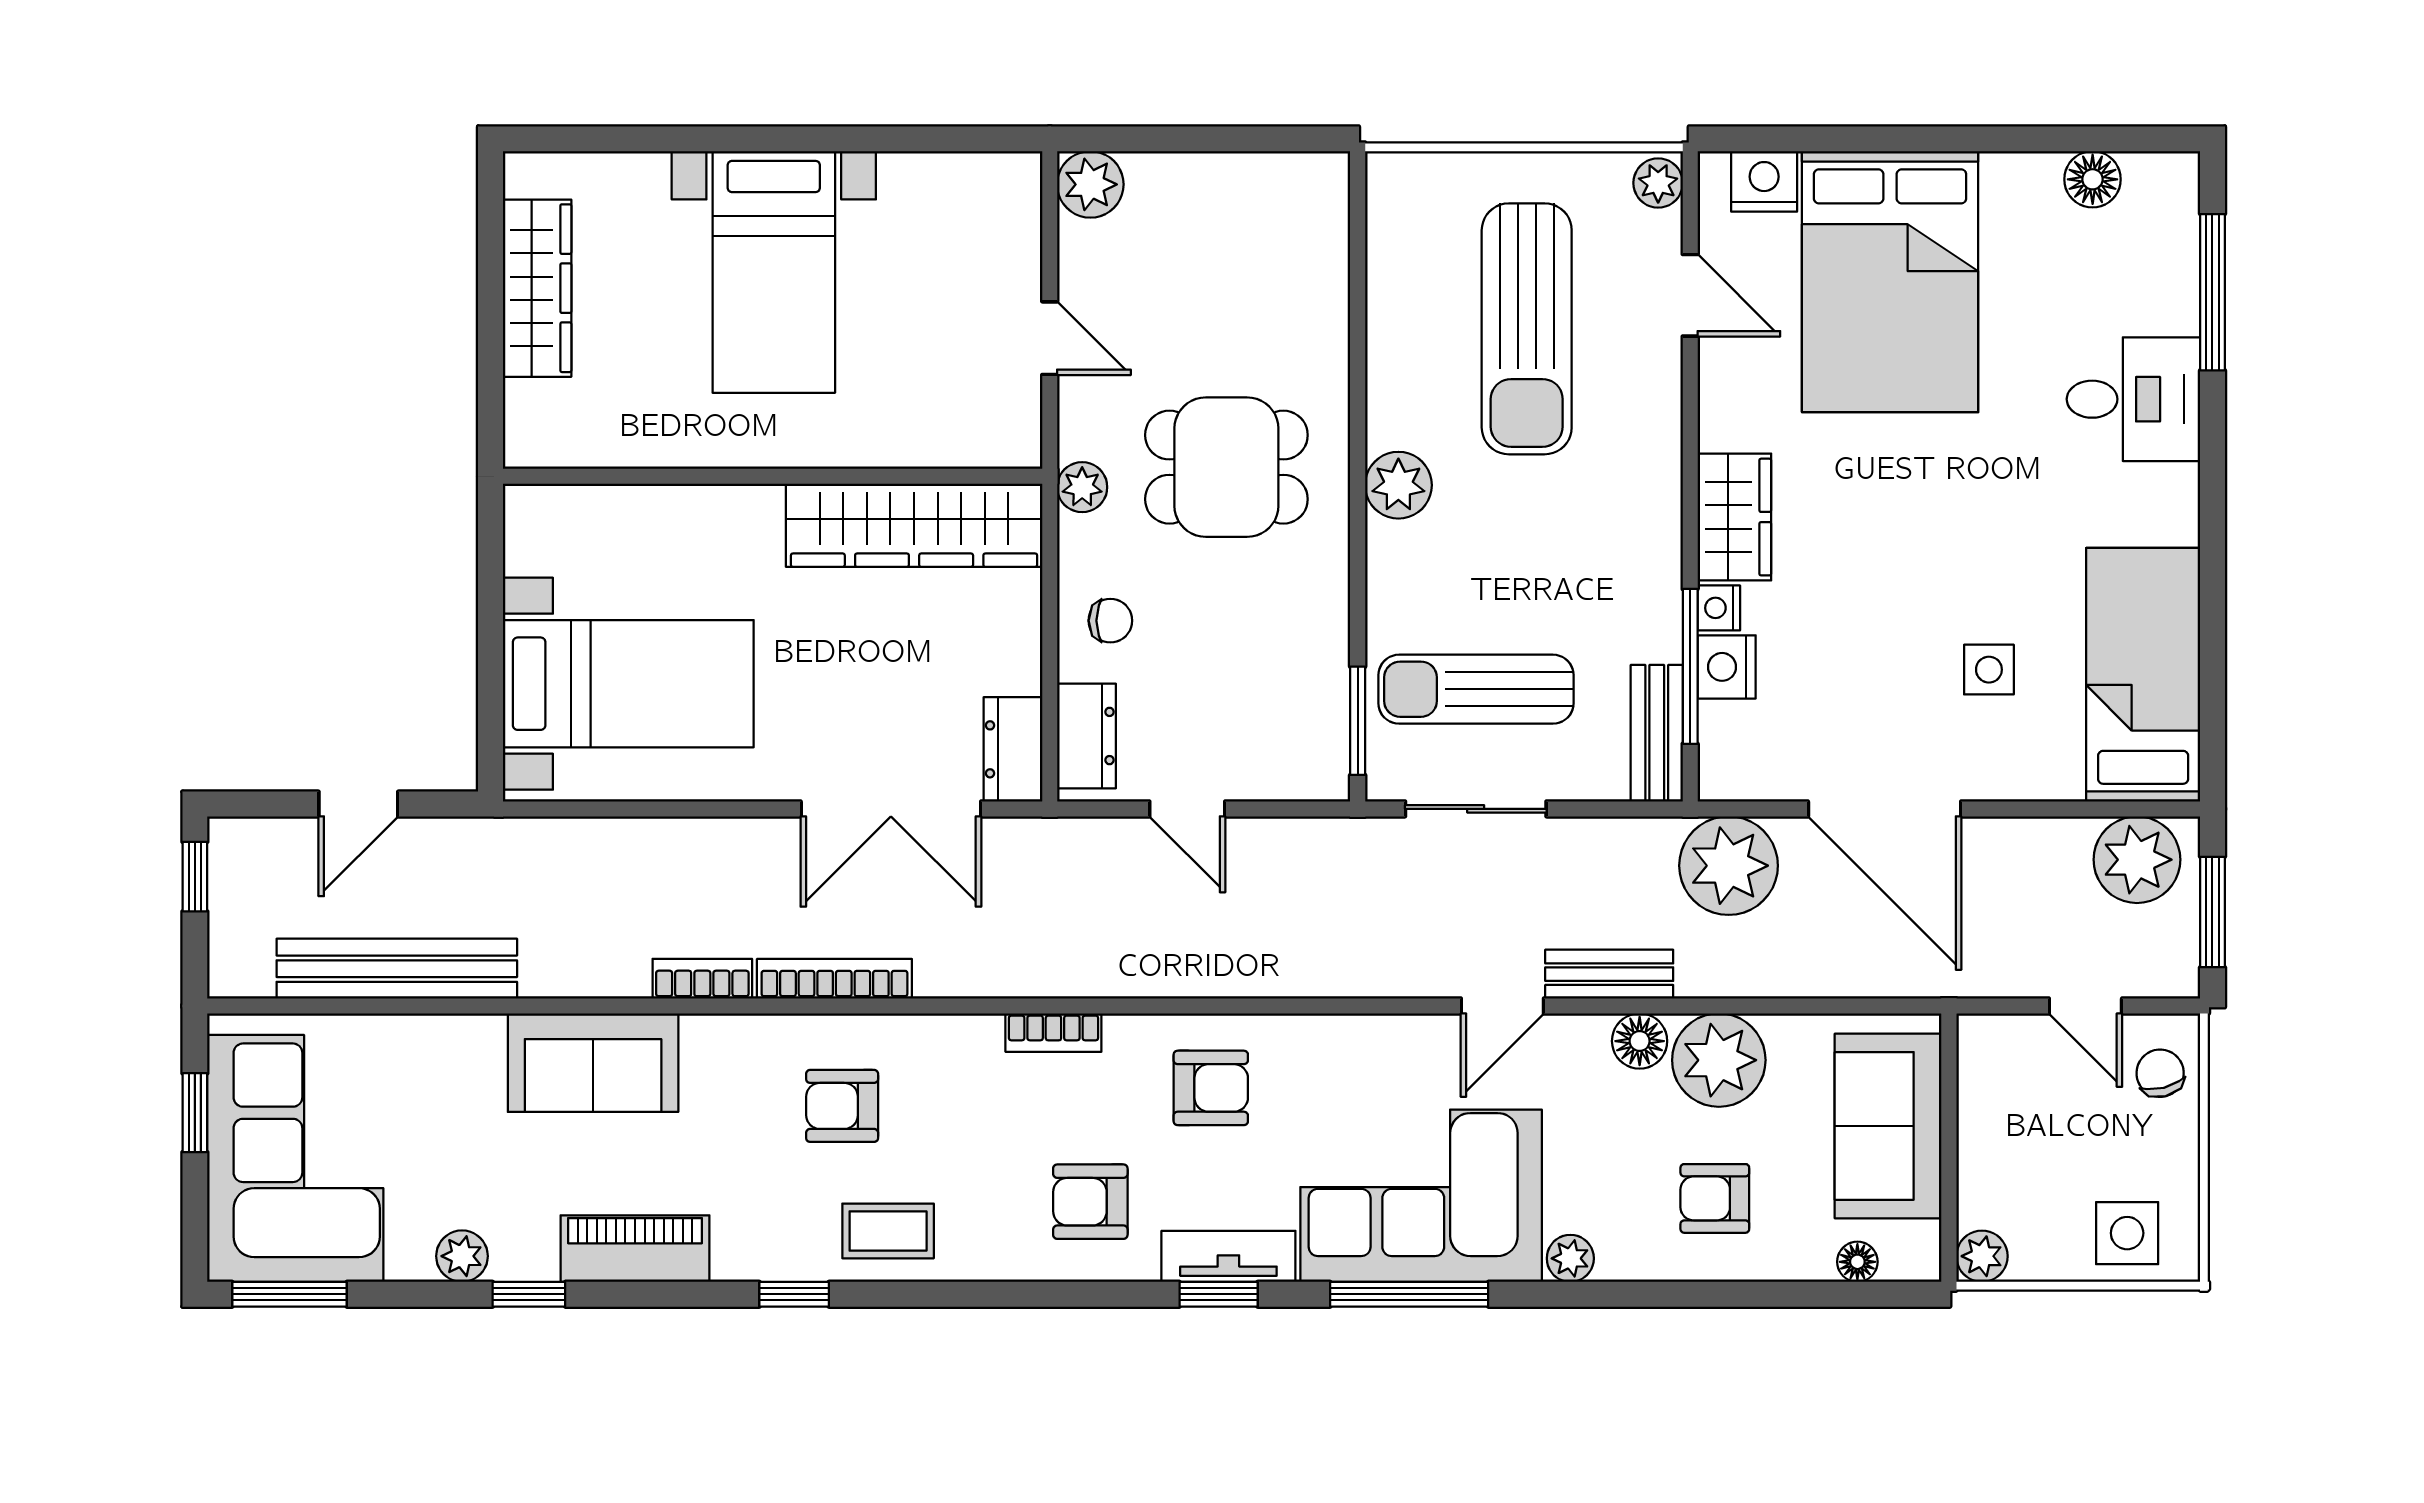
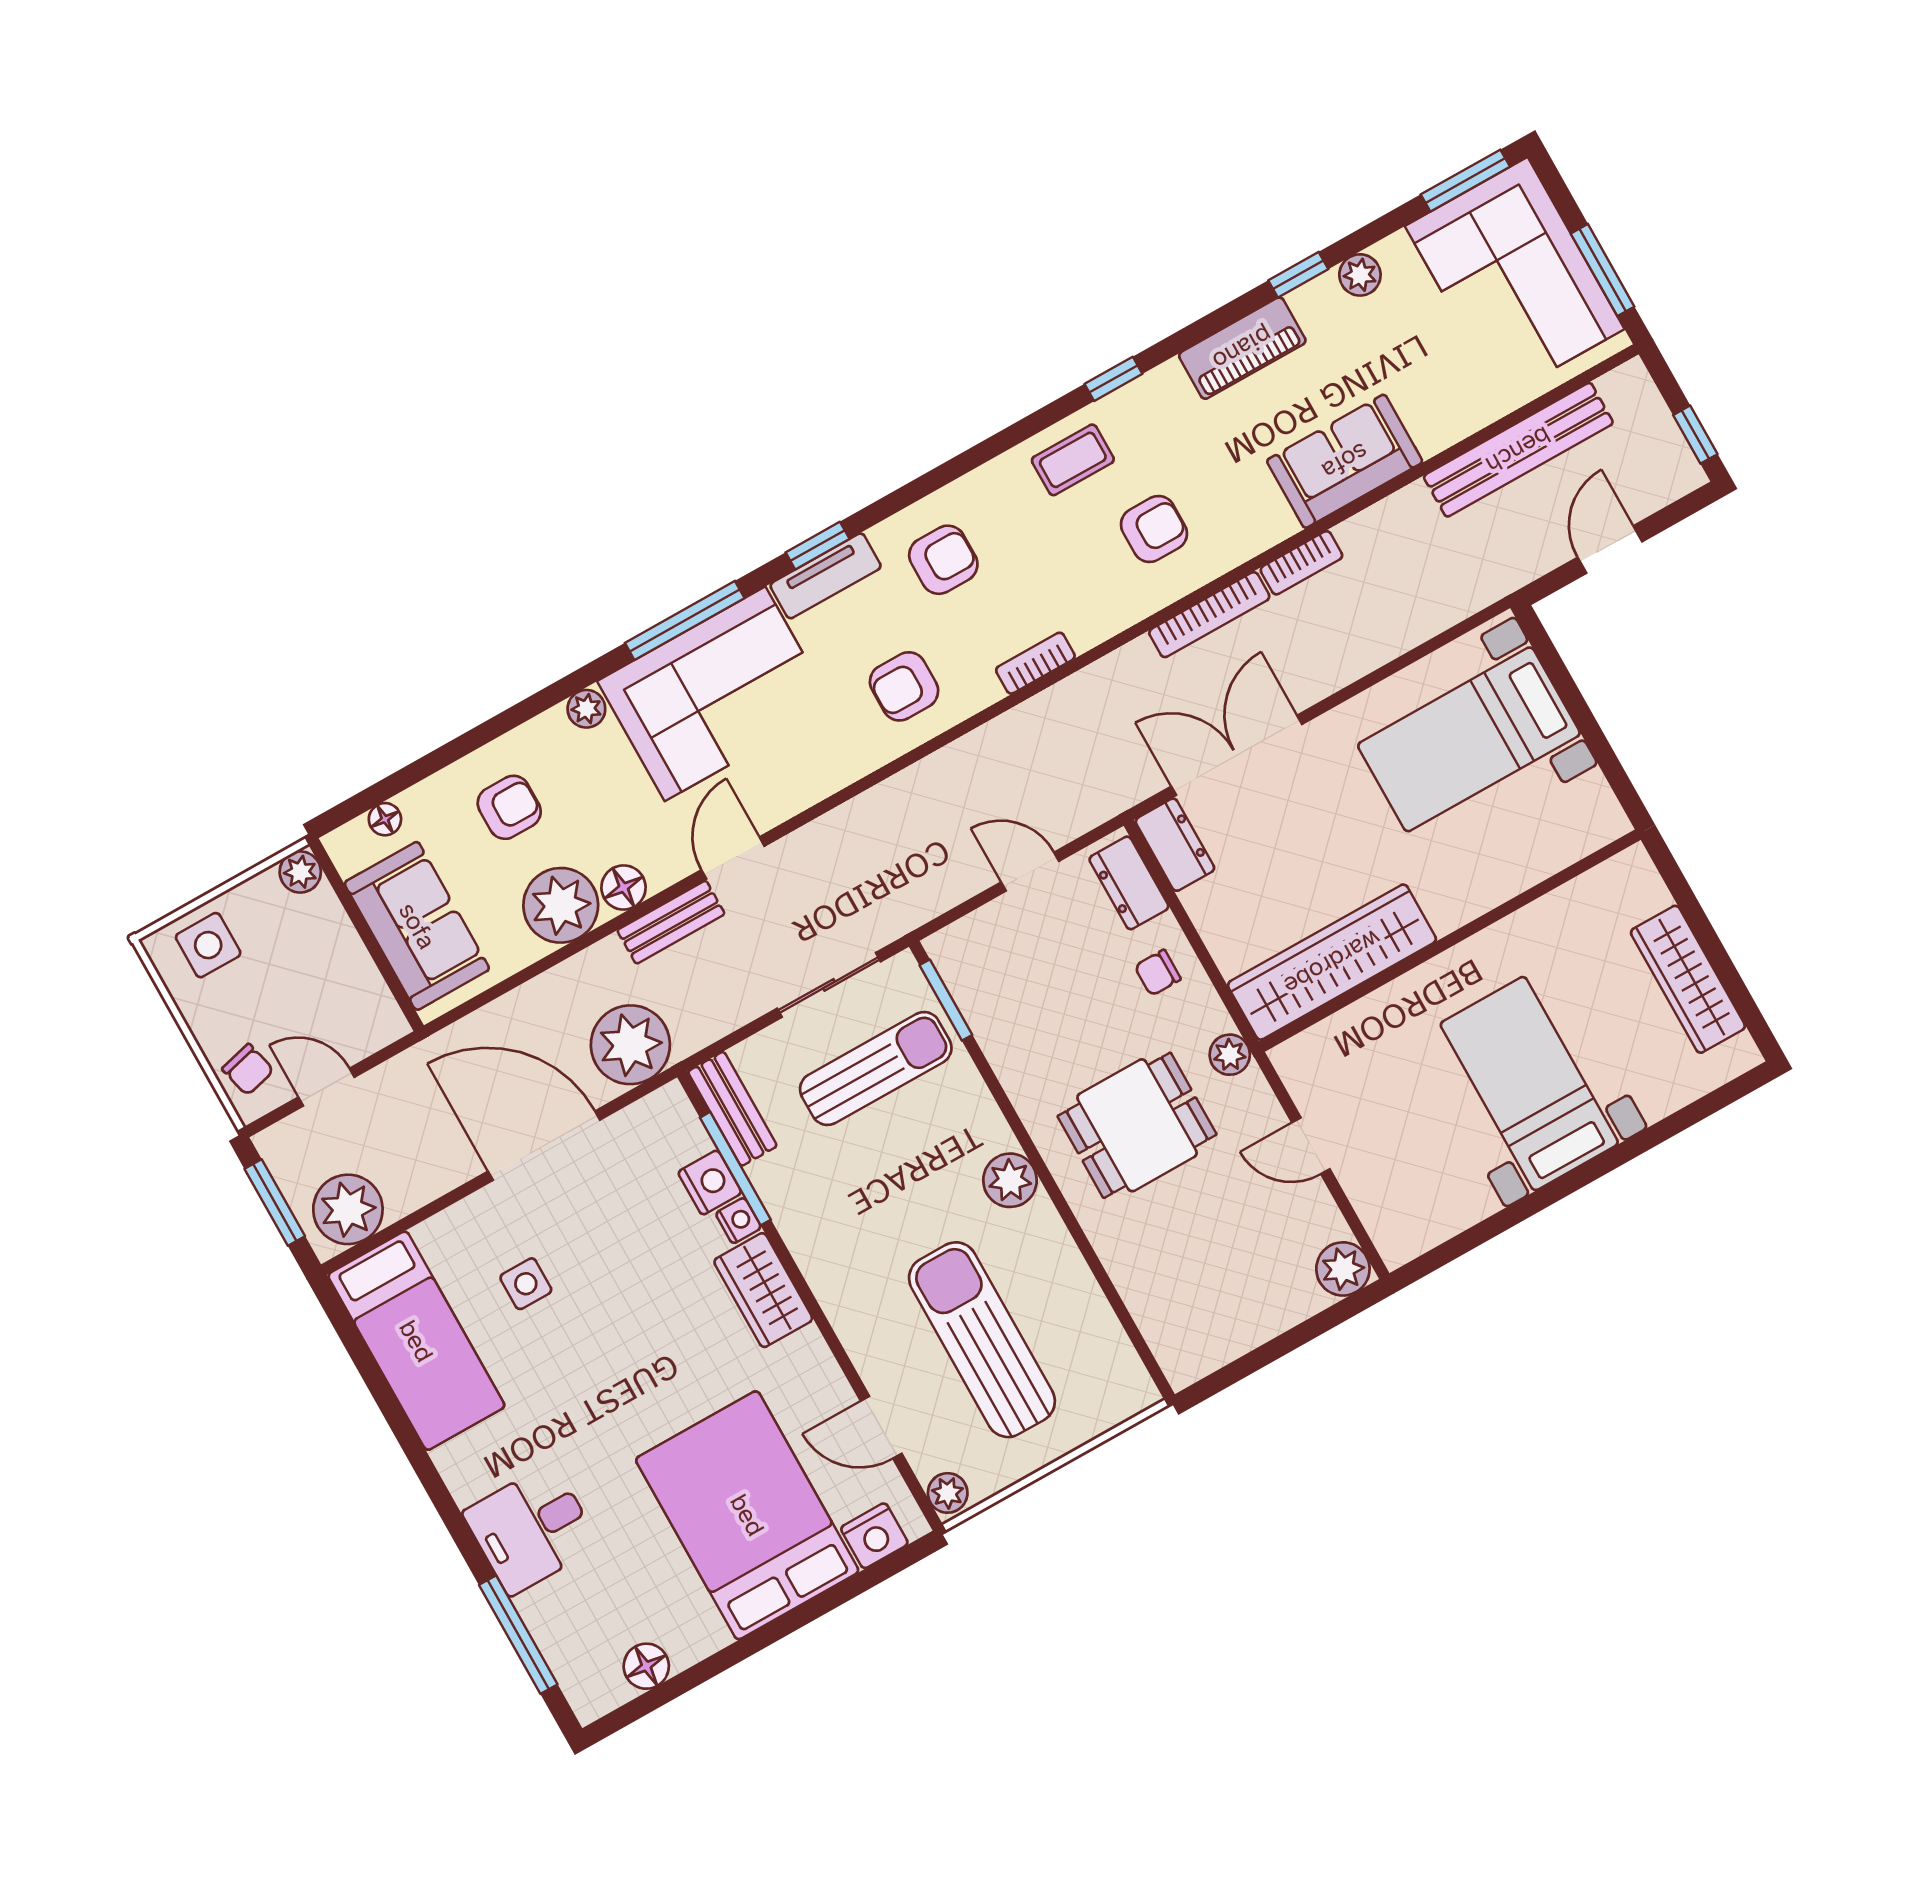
window: (195, 1113) -> (1603, 270), width x1.50

